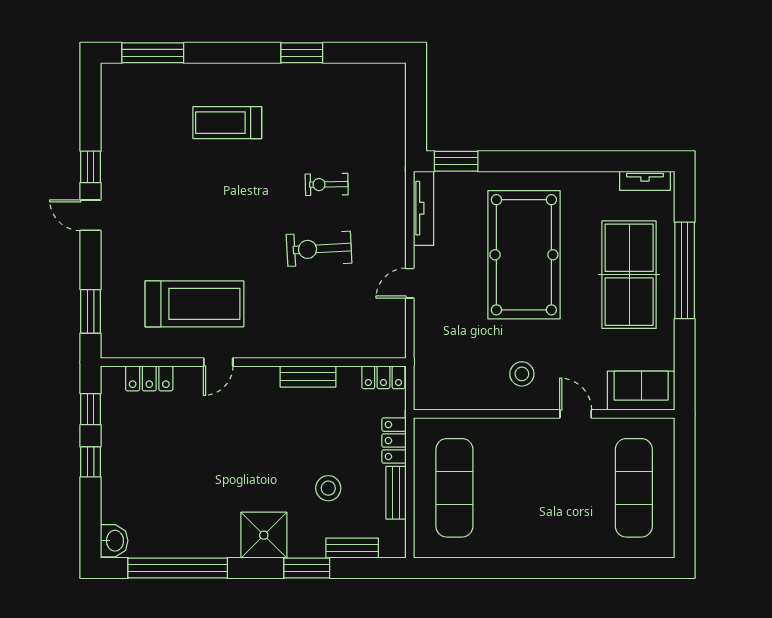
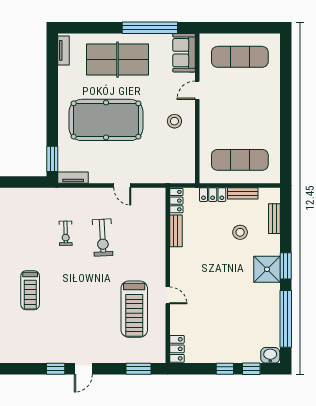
tv unit: (424, 208) -> (73, 178), width x0.71
window: (685, 270) -> (150, 28), moved
treadmill: (194, 304) -> (134, 309), turned 180
bench: (308, 376) -> (176, 231), moved
locker: (149, 378) -> (177, 349), moved
window: (91, 409) -> (251, 369), moved
window: (307, 568) -> (286, 266), moved

